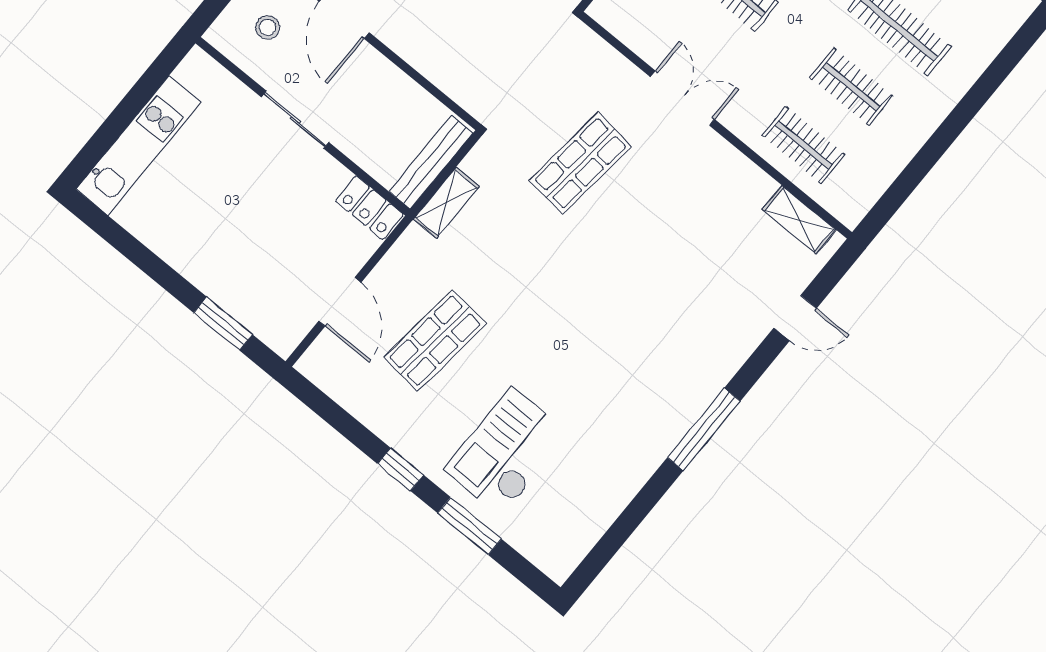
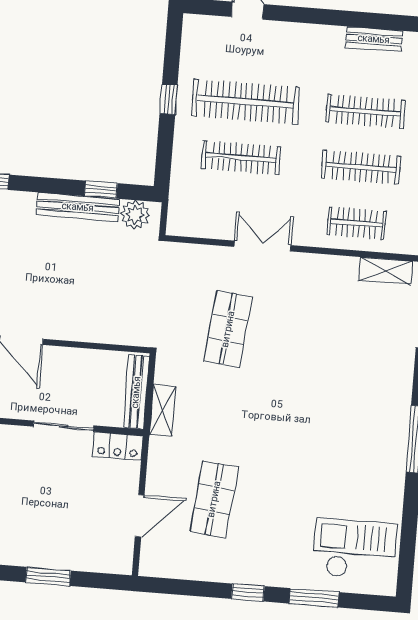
clothes rail: (851, 87) -> (361, 167), width x1.36
sliding door: (295, 120) -> (64, 426), moved
door: (340, 302) -> (140, 516), hinge flipped
window: (223, 324) -> (48, 576), moved
checkout: (507, 452) -> (354, 549), moved, turned 90

